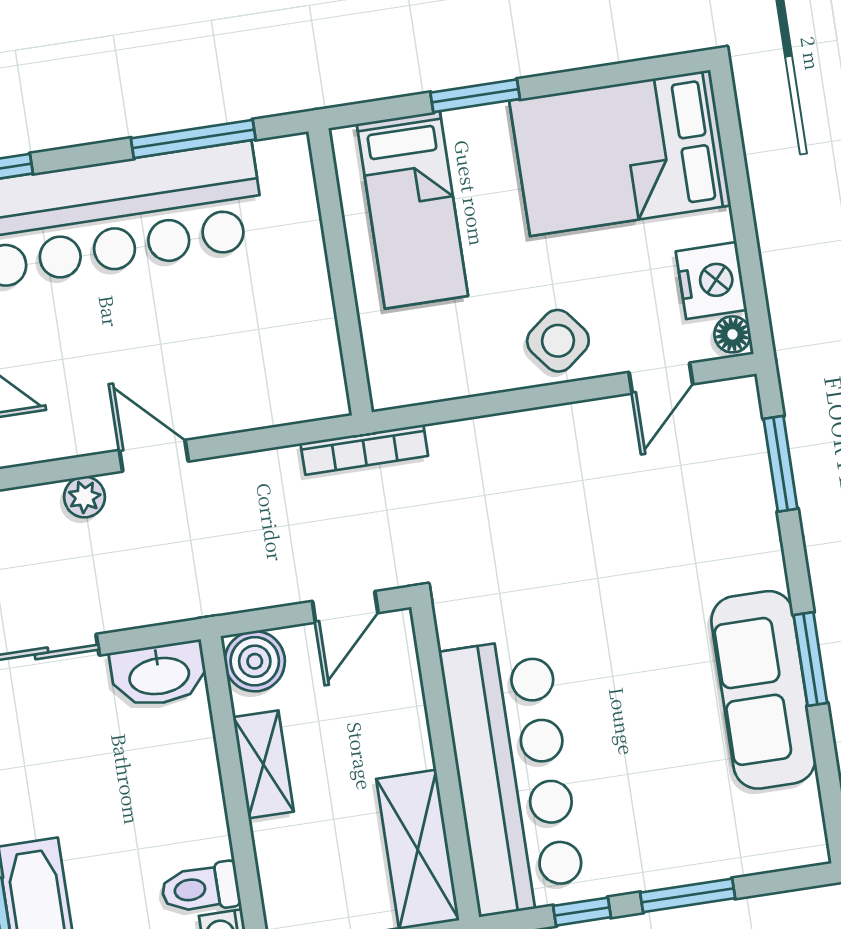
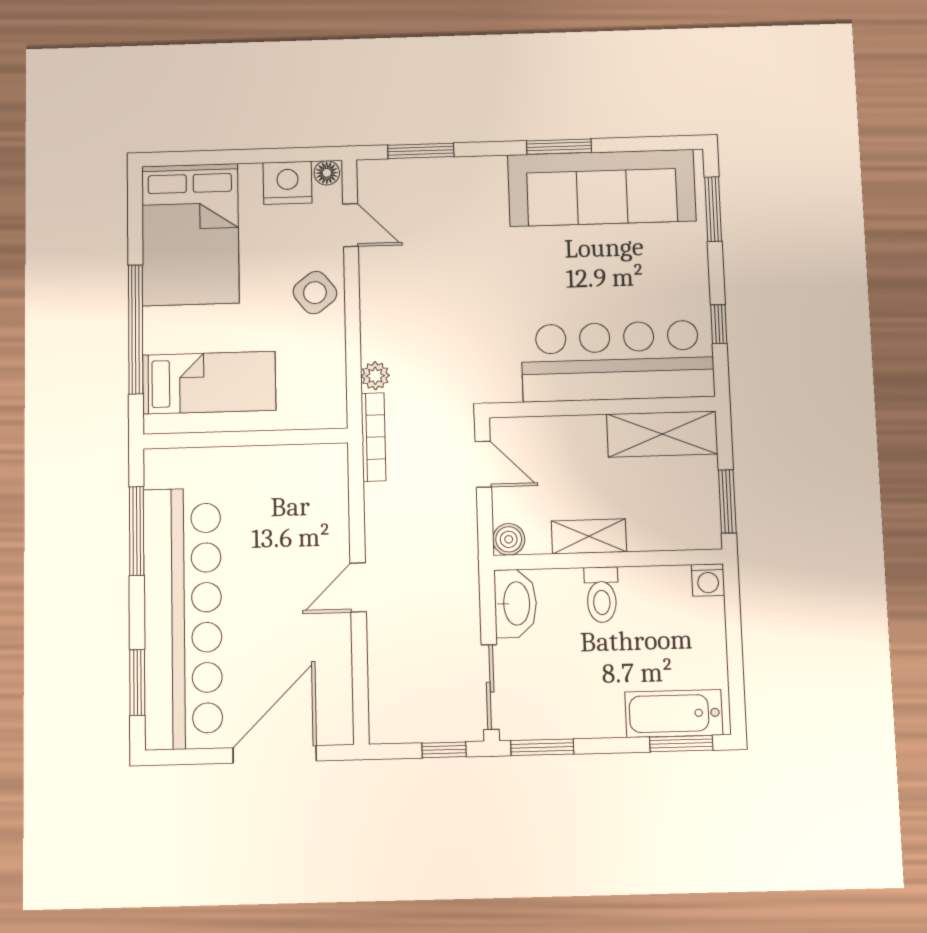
window: (475, 96) -> (136, 329), width x2.11
plant: (84, 497) -> (375, 376), moved
boiler: (255, 661) -> (509, 539), width x0.73, depth x0.73
sofa: (763, 690) -> (602, 188), width x1.36, depth x1.27
toilet: (200, 888) -> (602, 595), moved
window: (688, 895) -> (713, 209), moved

